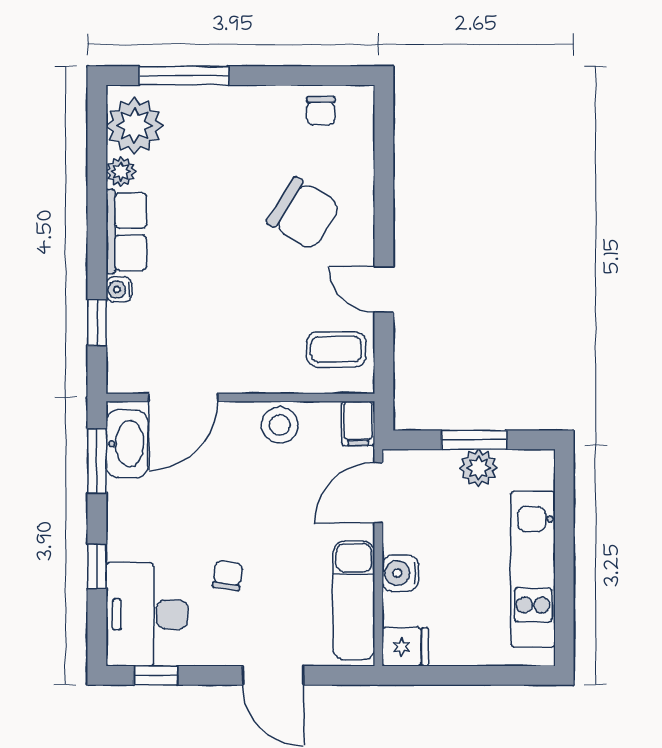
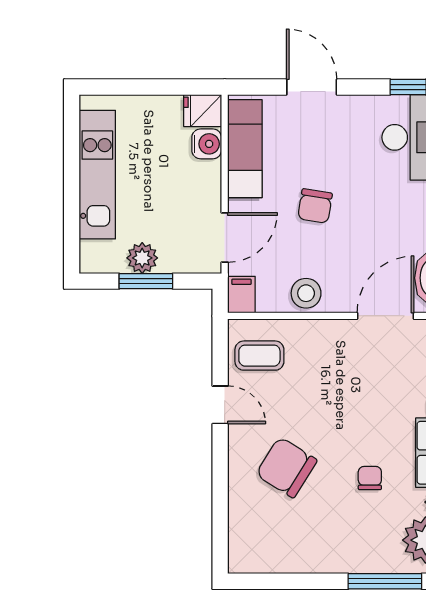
chair: (321, 111) -> (370, 478), moved
water cooler: (400, 573) -> (207, 144), moved
chair: (228, 576) -> (315, 206), moved, width x1.37, depth x1.37

